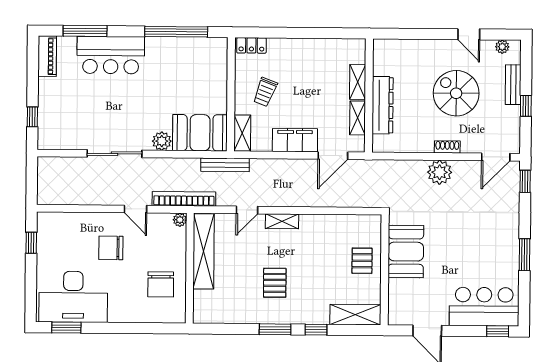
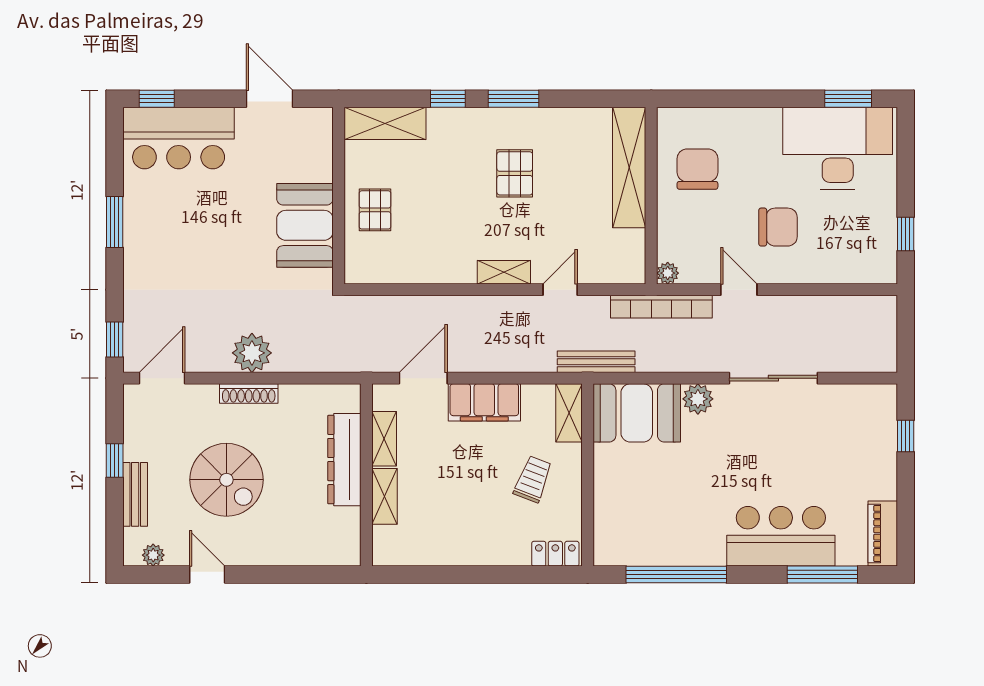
shoe rack: (447, 147) -> (249, 394), width x1.43
shelving: (204, 251) -> (629, 168), moved

